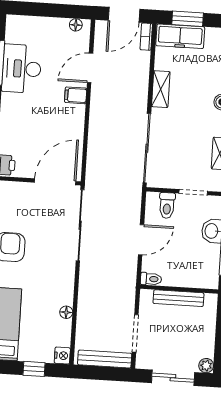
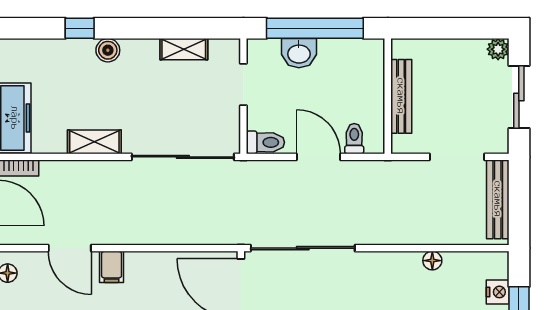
toilet: (167, 205) -> (265, 142), moved
toilet: (151, 279) -> (354, 139), moved
nightstand: (62, 356) -> (498, 292), moved, turned 90

